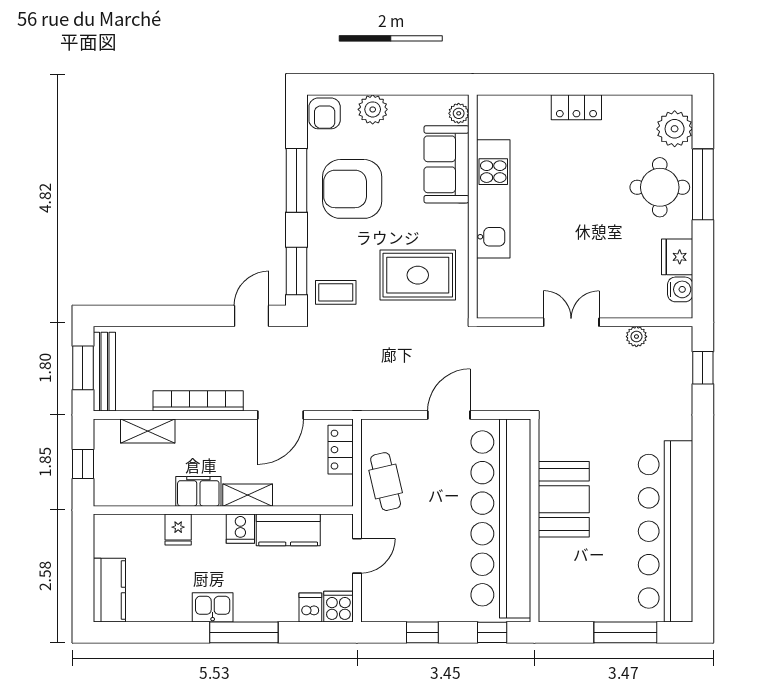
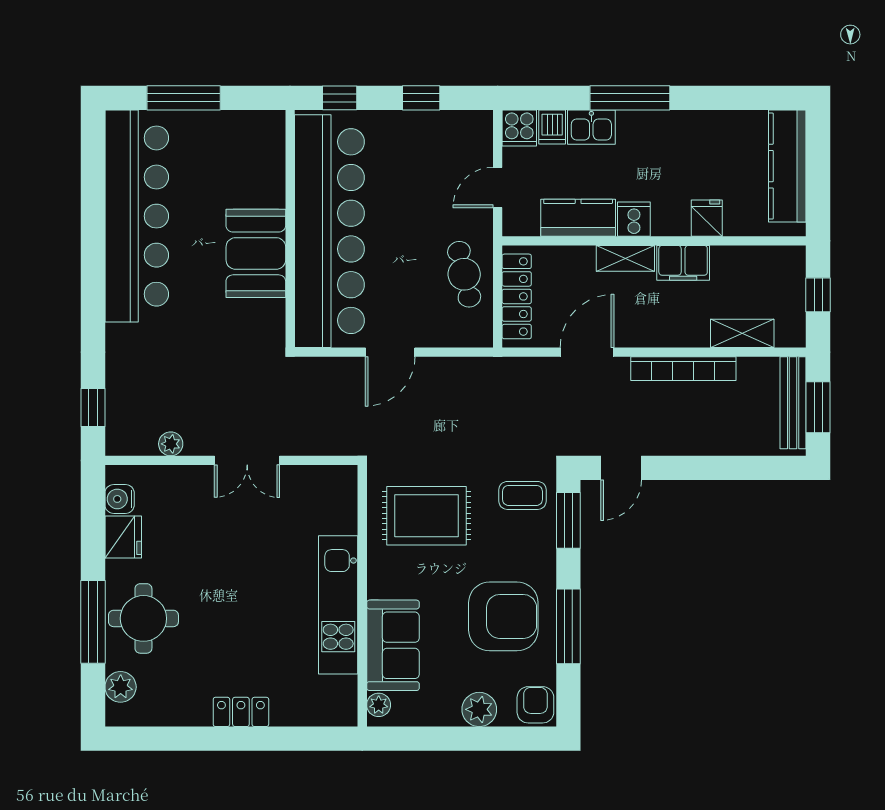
plant: (675, 129) -> (121, 687), width x0.73, depth x0.73
locker: (341, 450) -> (517, 296), width x1.53
kitchen counter: (109, 590) -> (787, 166), width x1.50
kitchen sink: (213, 607) -> (591, 127), moved

